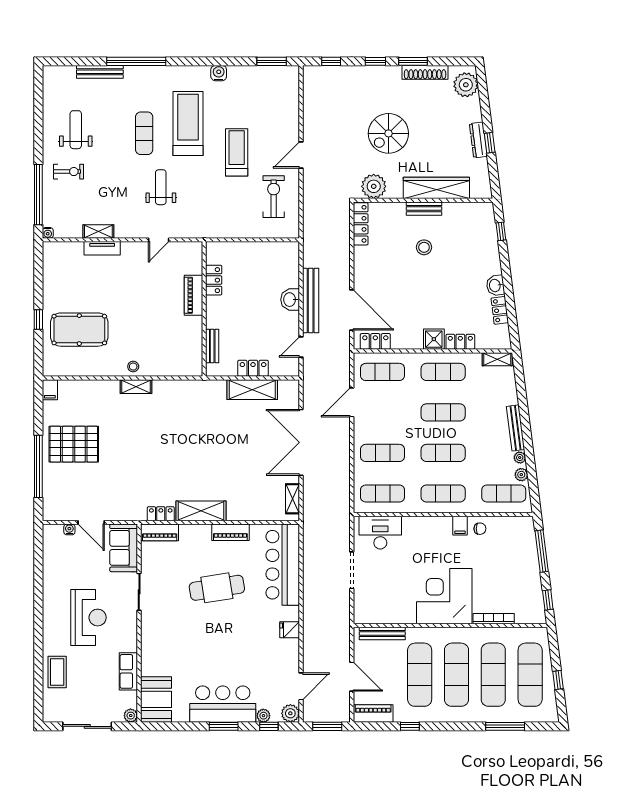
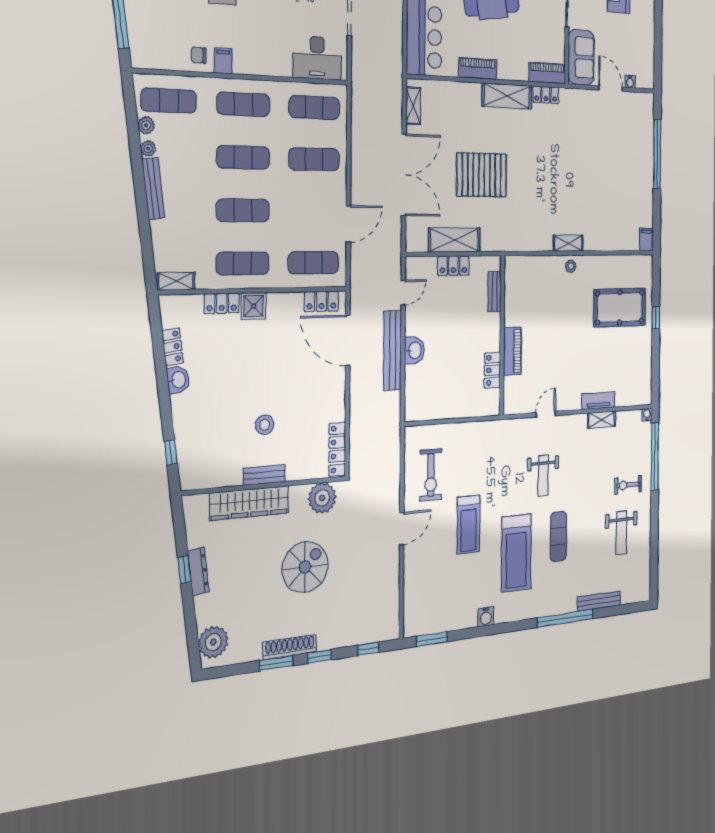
shoe rack: (425, 72) -> (290, 647), moved
pallet: (74, 444) -> (482, 175), moved

